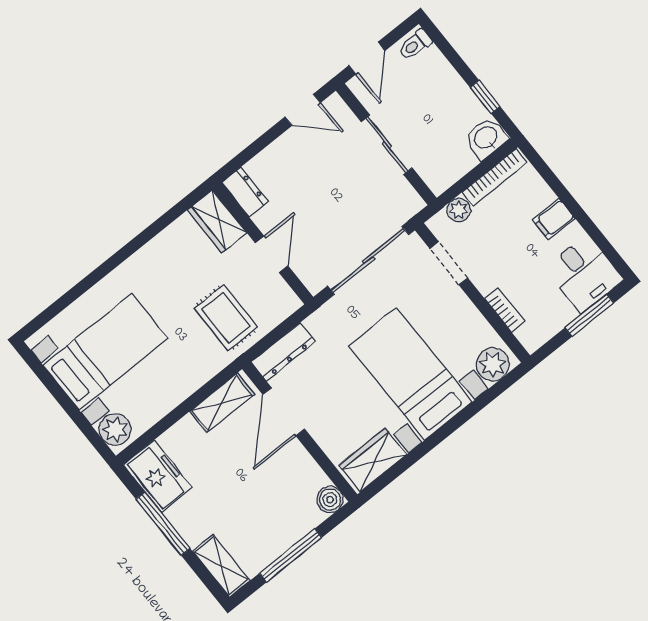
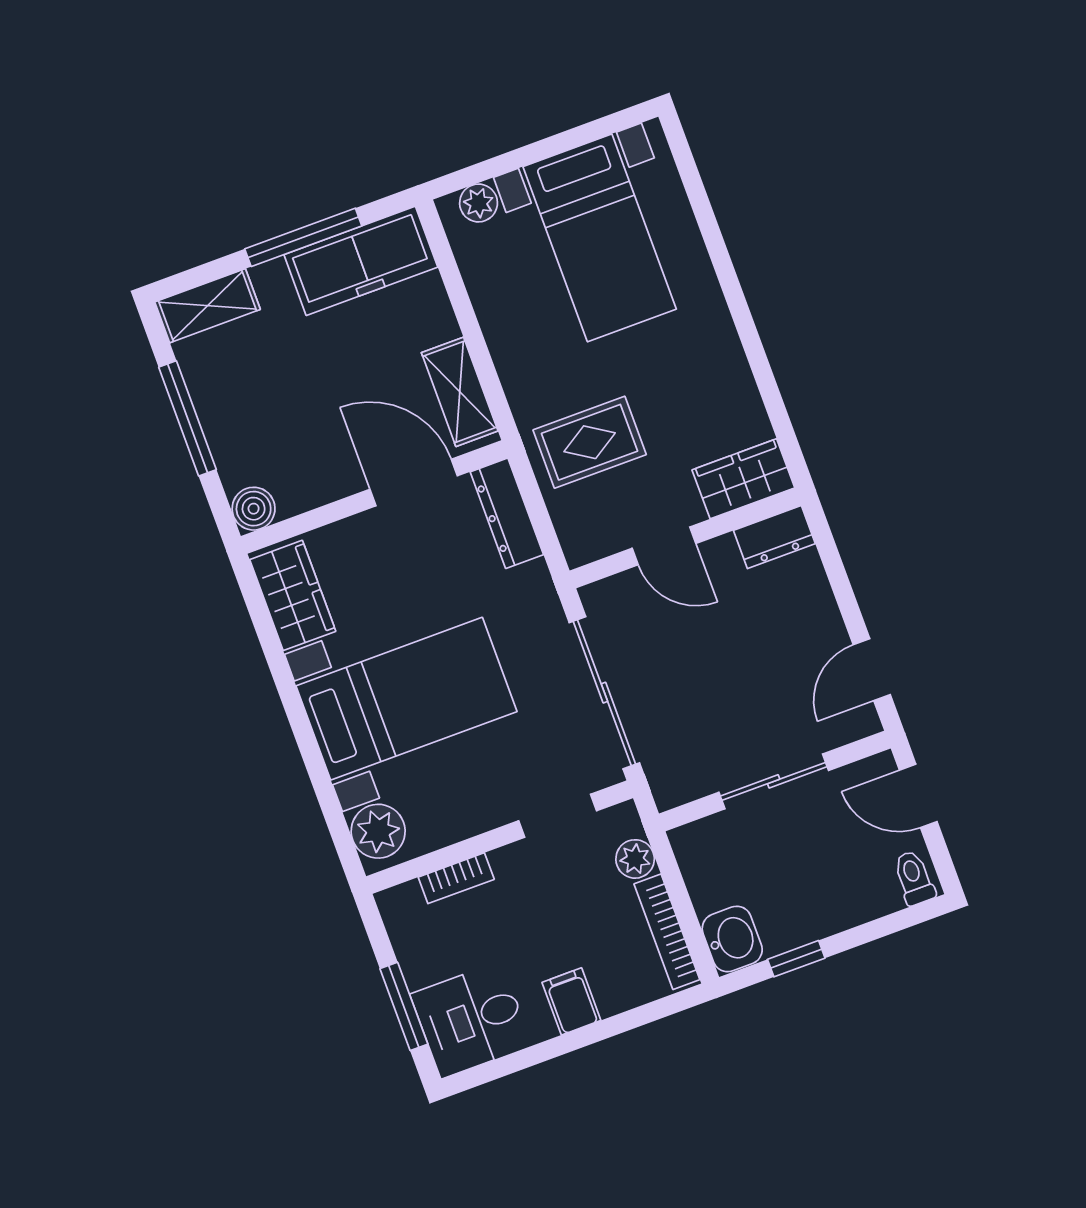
plant: (115, 429) -> (479, 203), width x0.73, depth x0.73
freezer: (158, 476) -> (361, 261), width x1.40

